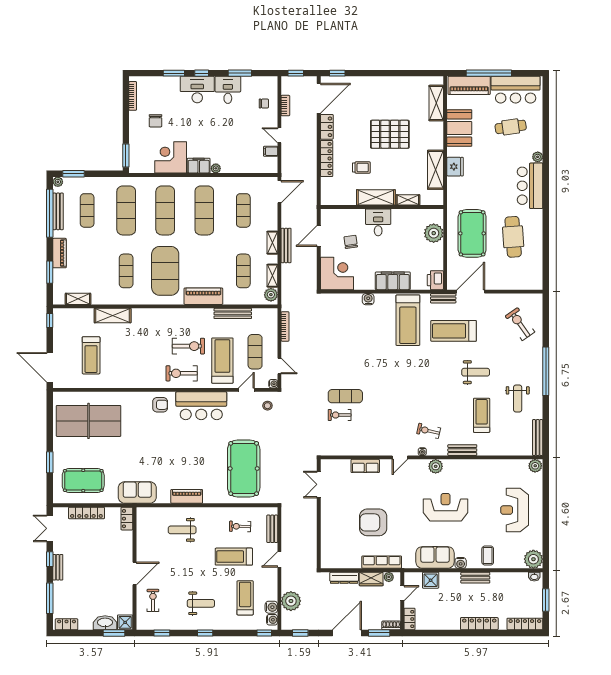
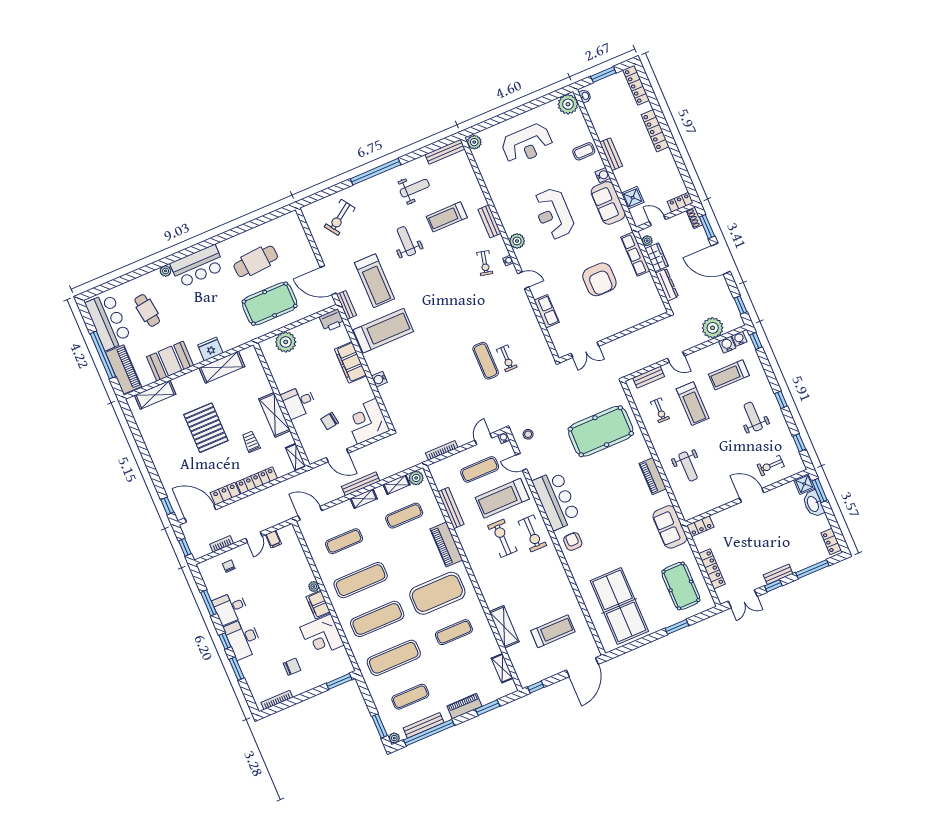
shelving: (408, 200) -> (296, 457), moved

